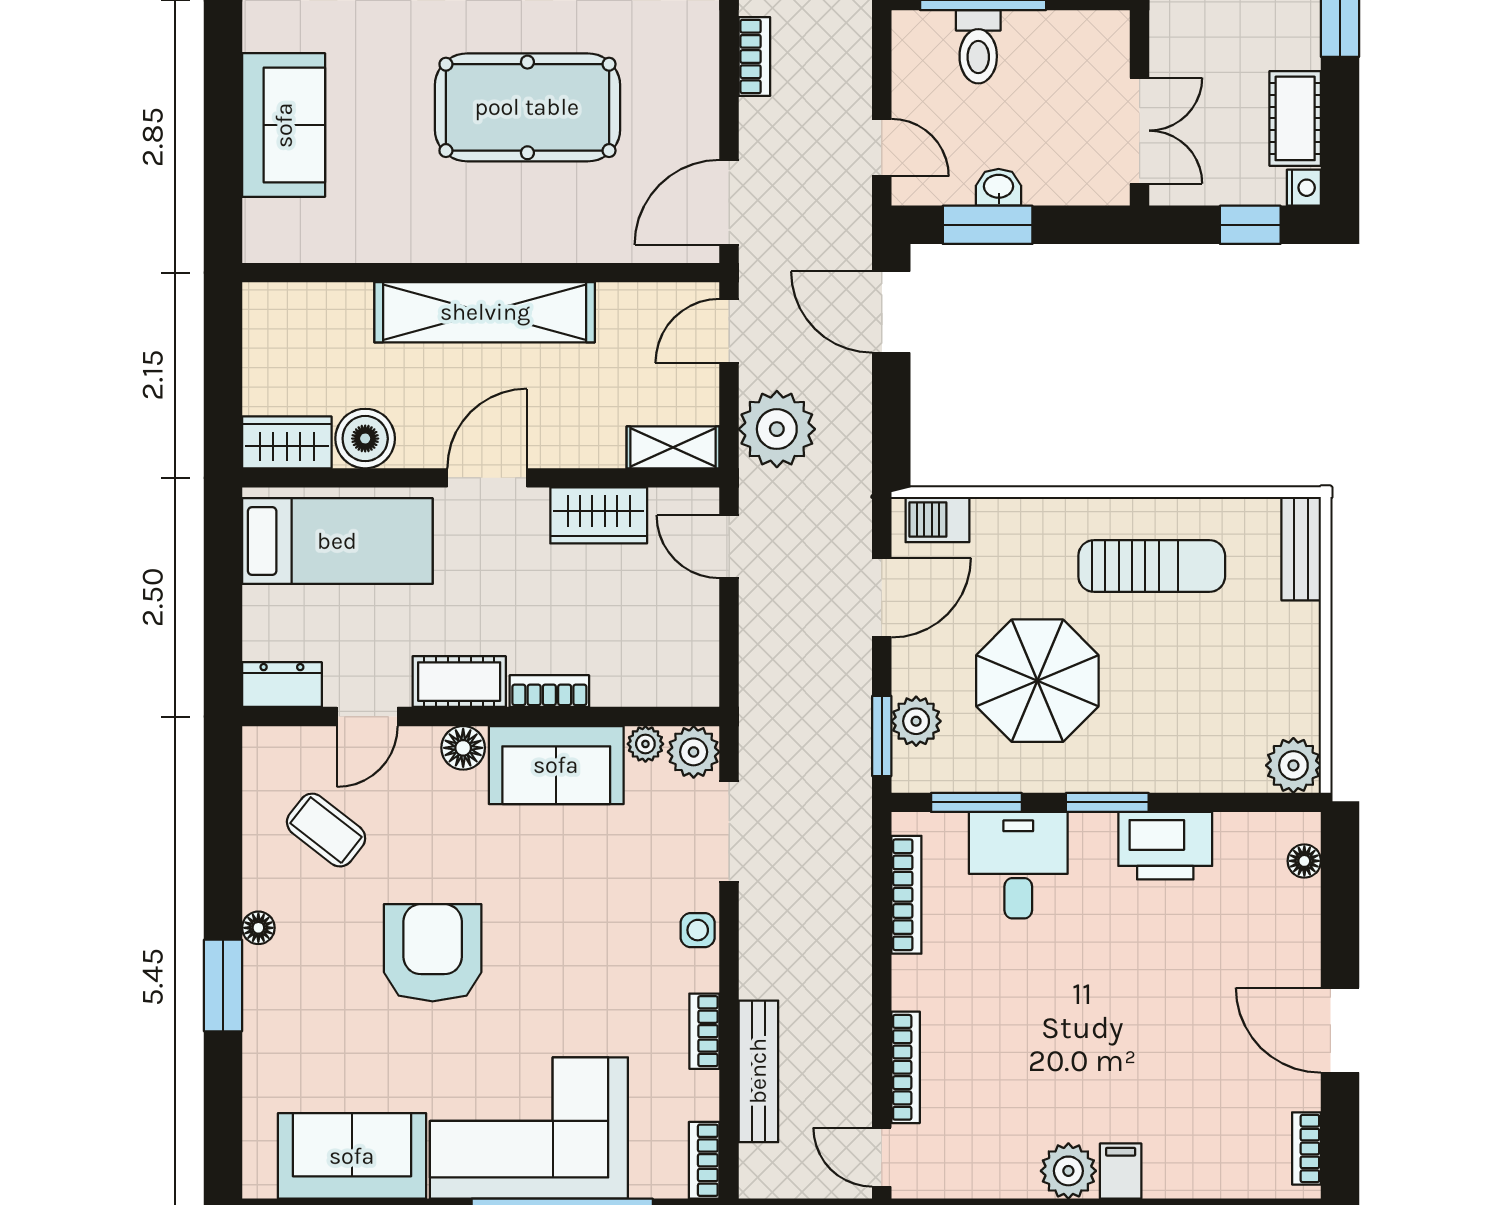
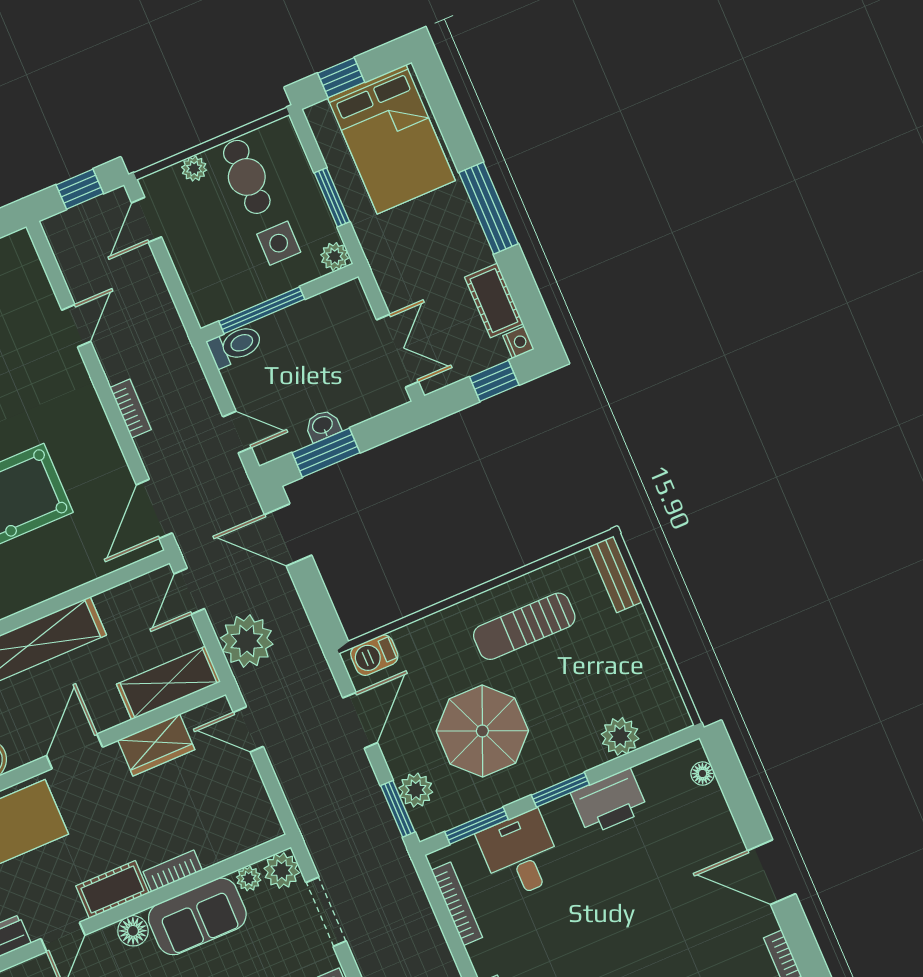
toilet: (978, 47) -> (235, 346), moved, turned -90
shelving: (673, 447) -> (169, 683), width x1.50, depth x1.33
sun lounger: (1152, 566) -> (524, 626), turned 180
plant: (1293, 765) -> (620, 736), moved

